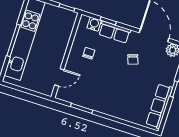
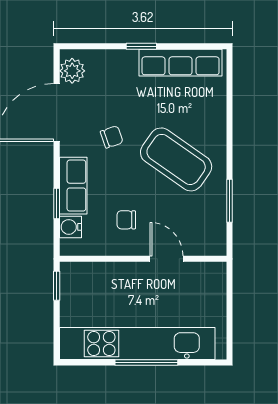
door: (59, 77) -> (166, 259), moved
coffee table: (111, 88) -> (176, 159), added

